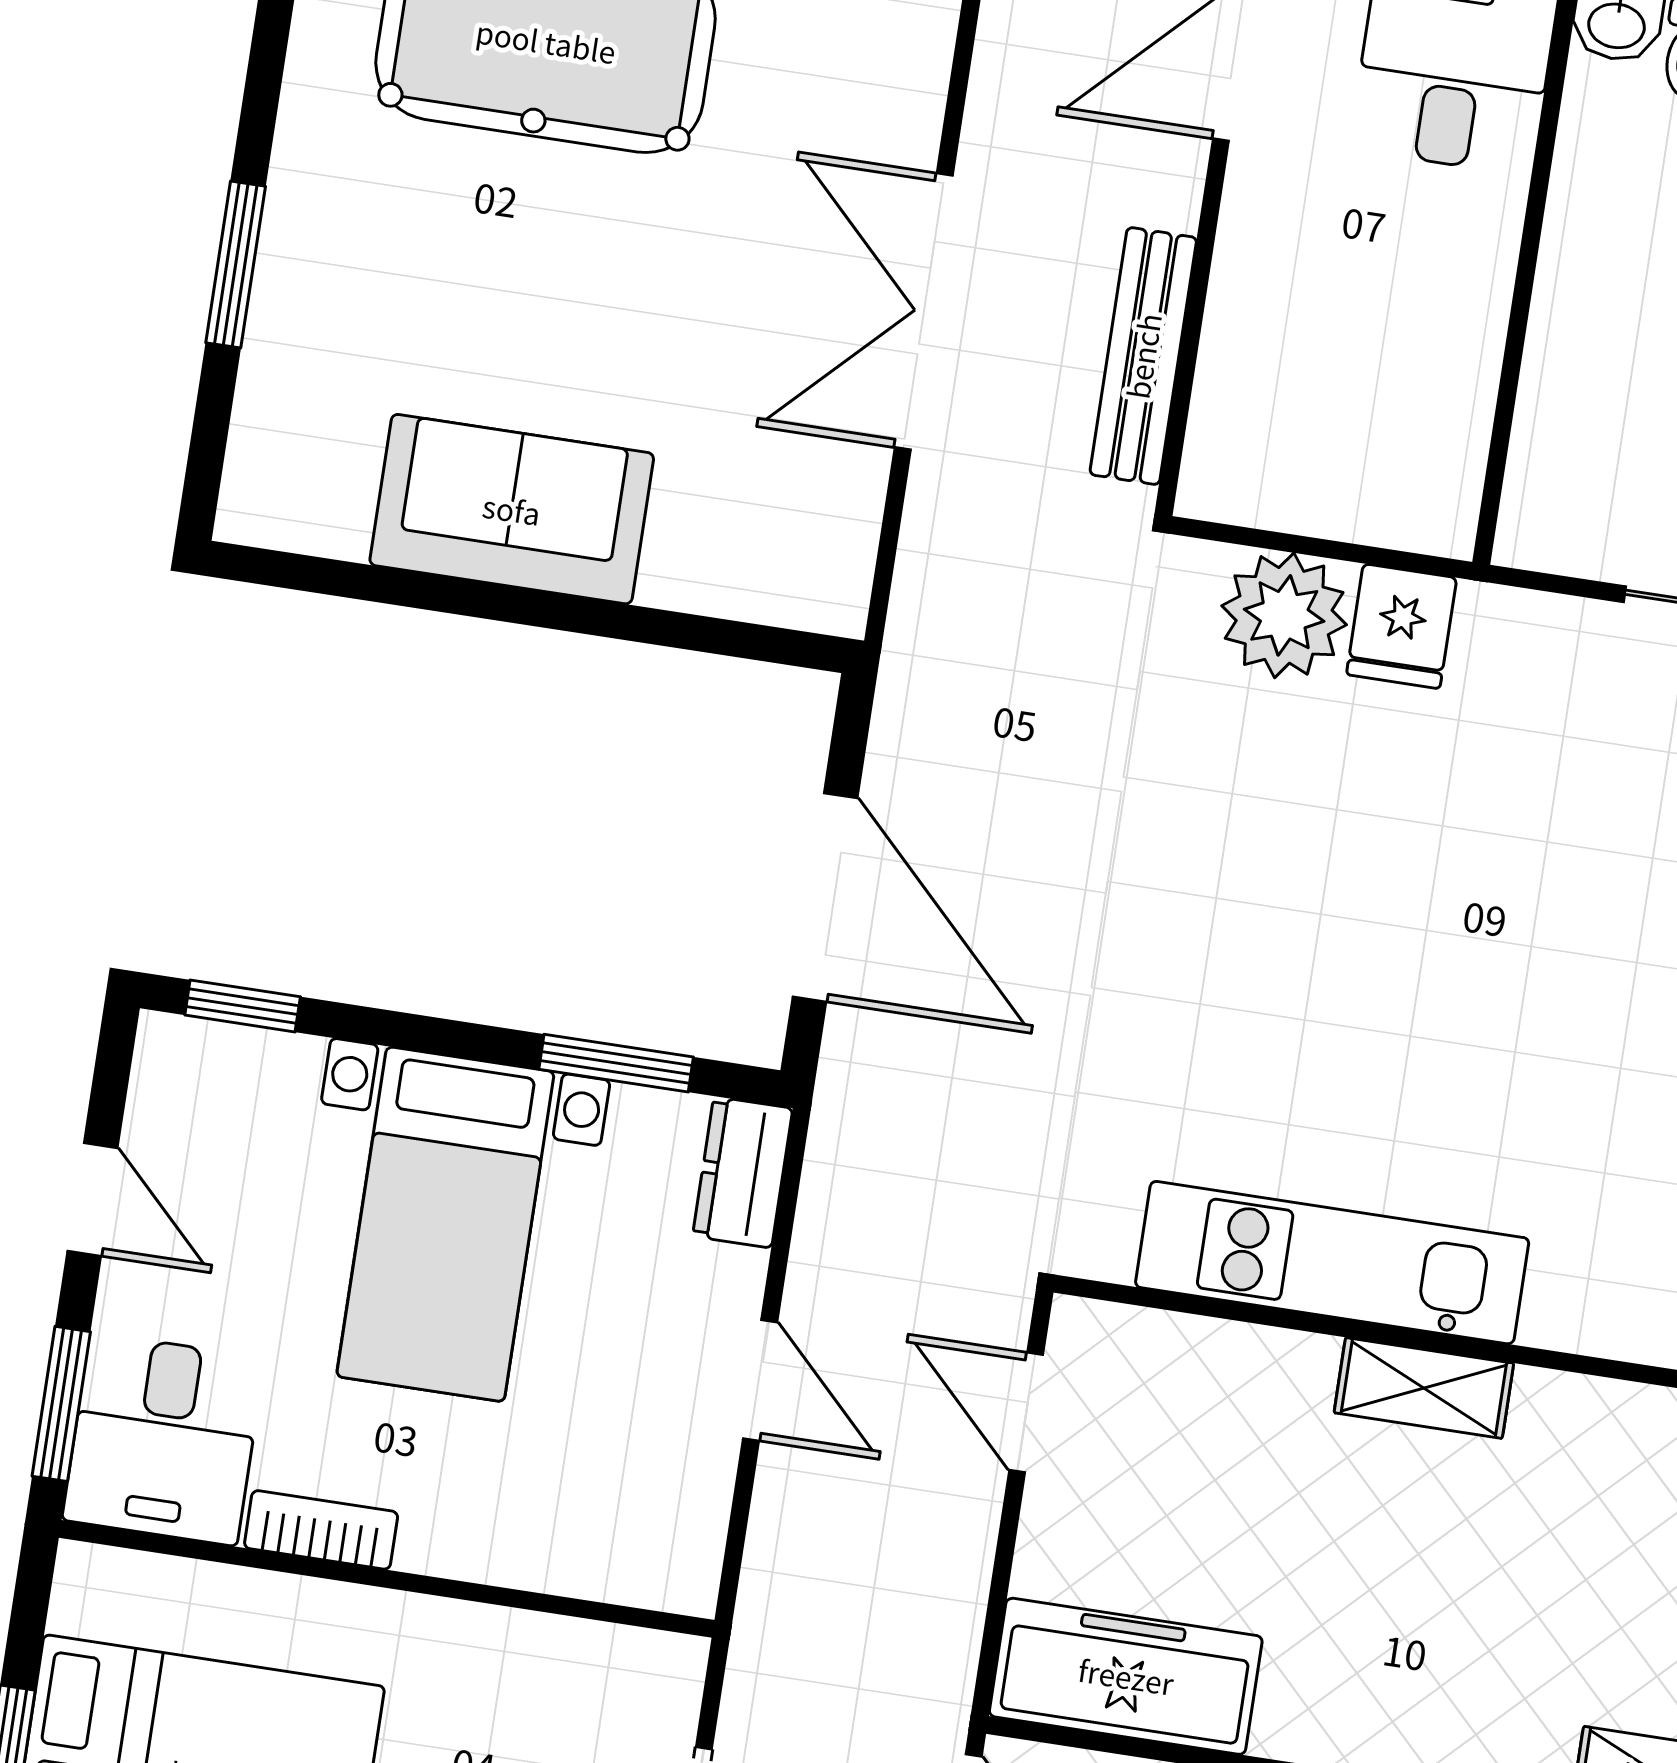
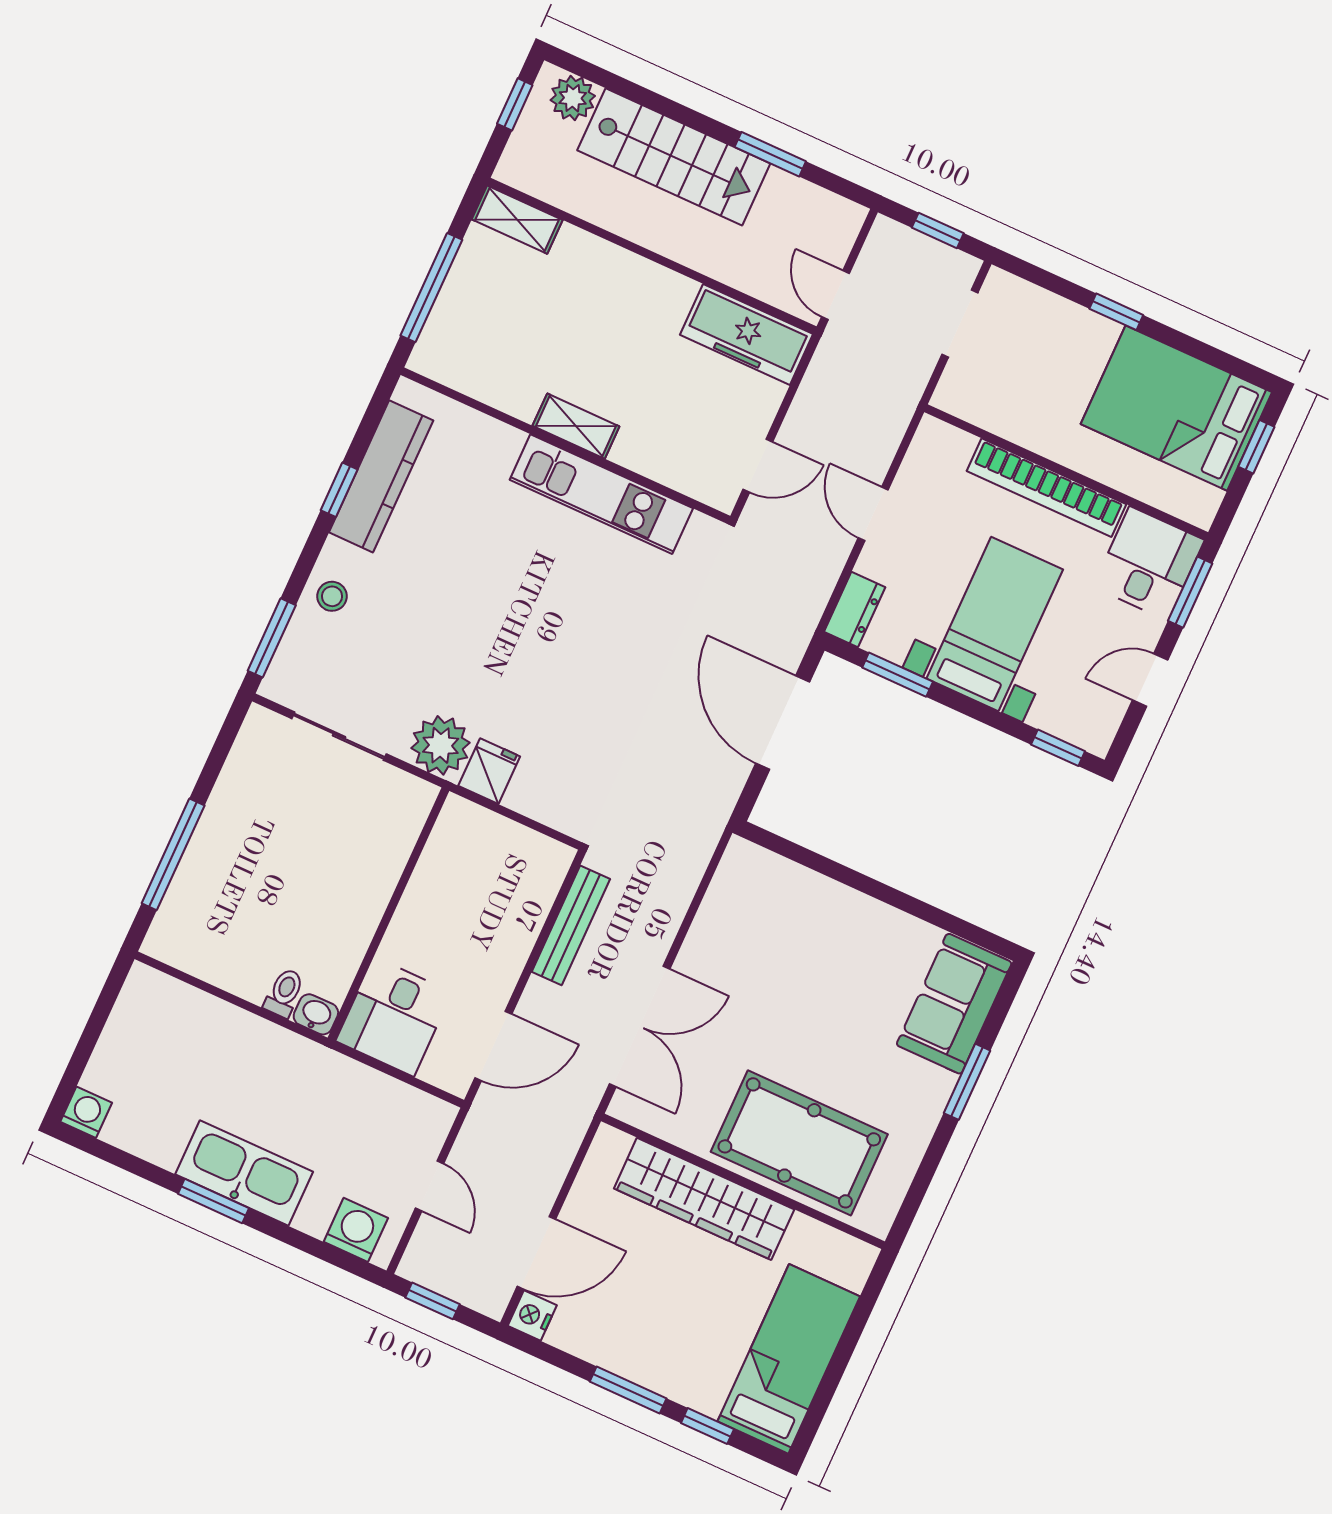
double door: (924, 311) -> (640, 1026), moved
sofa: (512, 509) -> (954, 1004), moved, turned 90
plant: (1284, 615) -> (441, 745), moved
door: (93, 1199) -> (1150, 680), hinge flipped
door: (1026, 1413) -> (758, 466), hinge flipped
bookcase: (321, 1530) -> (1047, 488), width x2.31, depth x1.31

